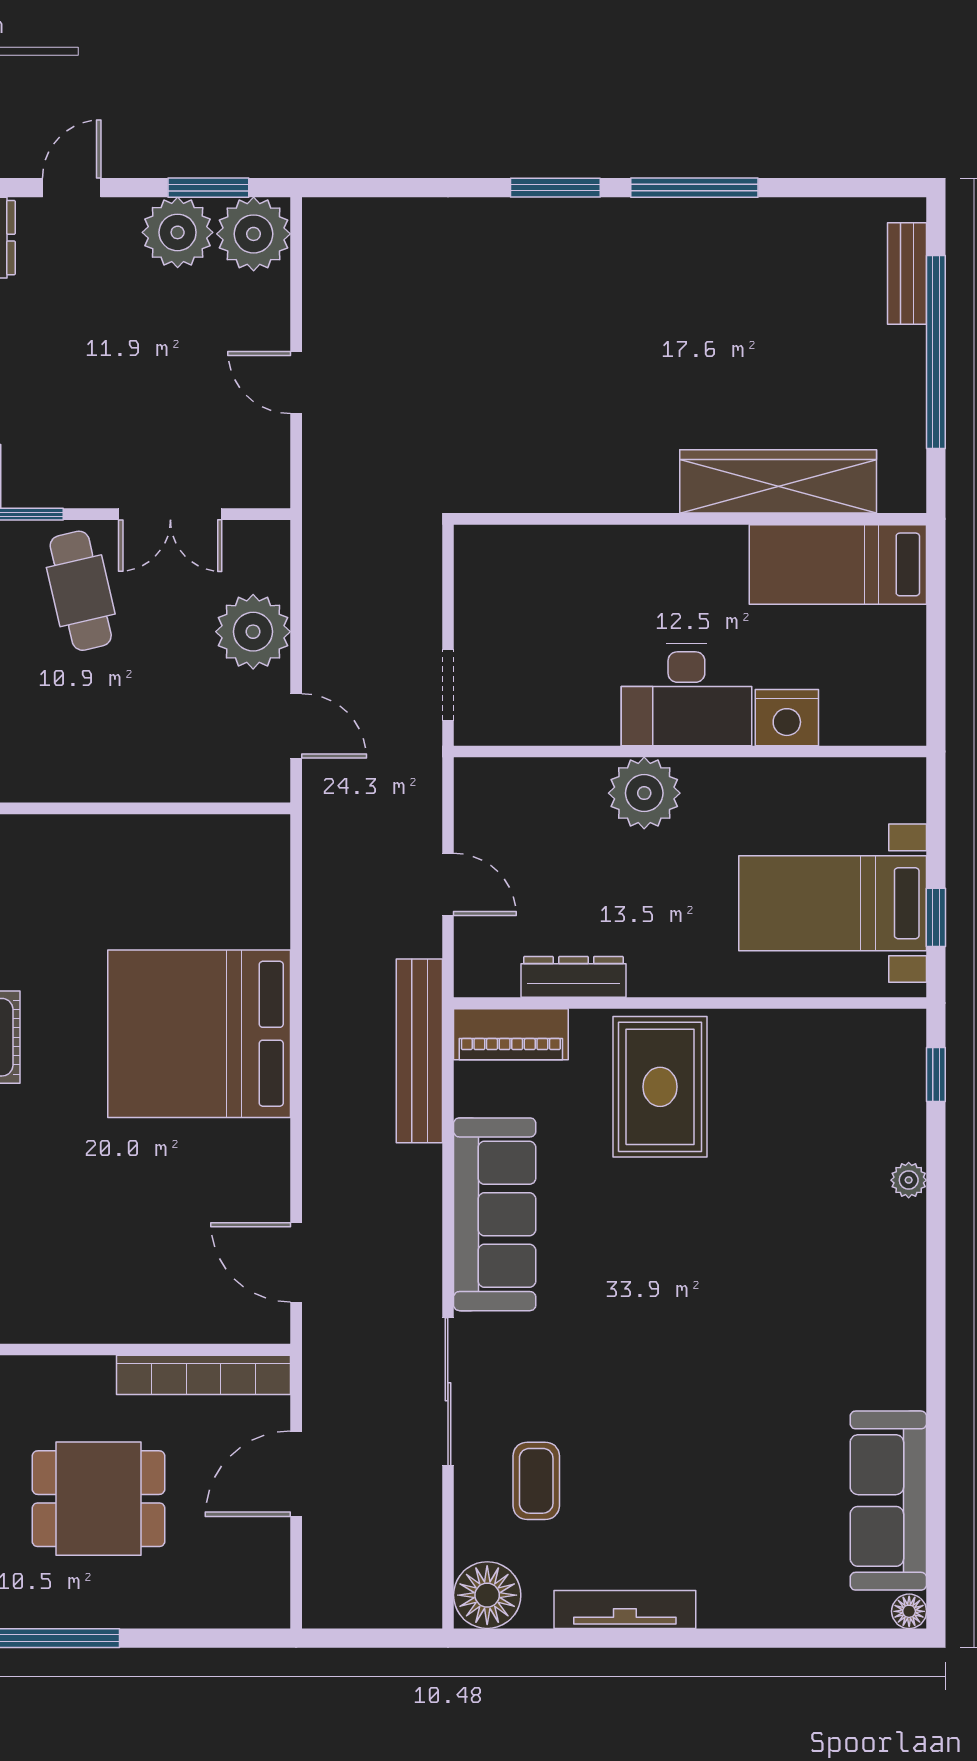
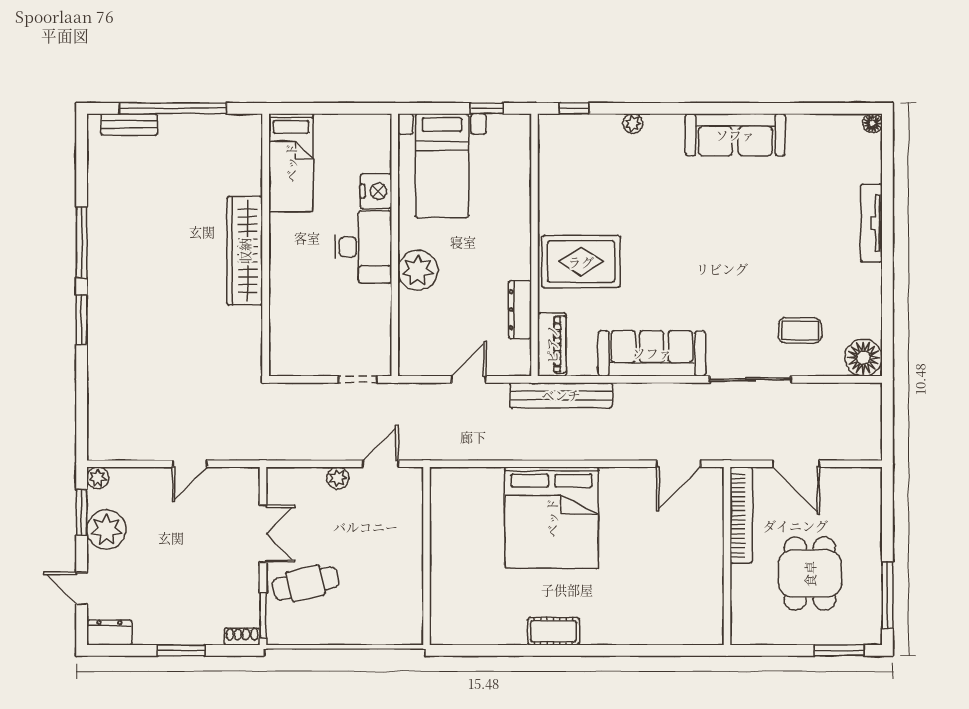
plant: (254, 234) -> (98, 478), width x0.53, depth x0.53
wardrobe: (778, 481) -> (245, 251), moved
plant: (253, 632) -> (338, 478), width x0.53, depth x0.53
bed with nightstands: (833, 903) -> (442, 166), moved
sofa: (888, 1501) -> (735, 135), moved
tv unit: (625, 1609) -> (871, 223), moved

